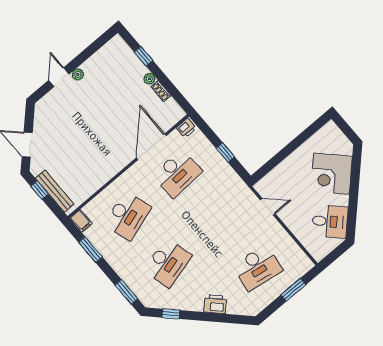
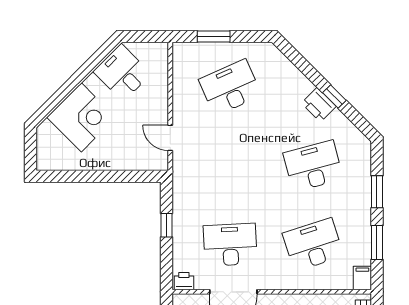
desk: (257, 268) -> (230, 87), turned -33
window: (126, 292) -> (377, 192), moved
printer: (215, 304) -> (319, 105), moved
window: (171, 314) -> (334, 97), moved

